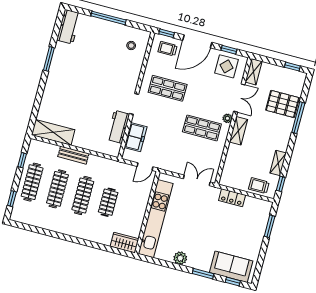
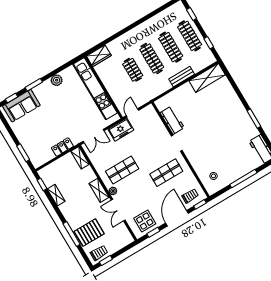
shelving: (254, 72) -> (80, 158), moved
freezer: (136, 137) -> (121, 130), moved, turned -90
trolley: (259, 186) -> (99, 253), moved

